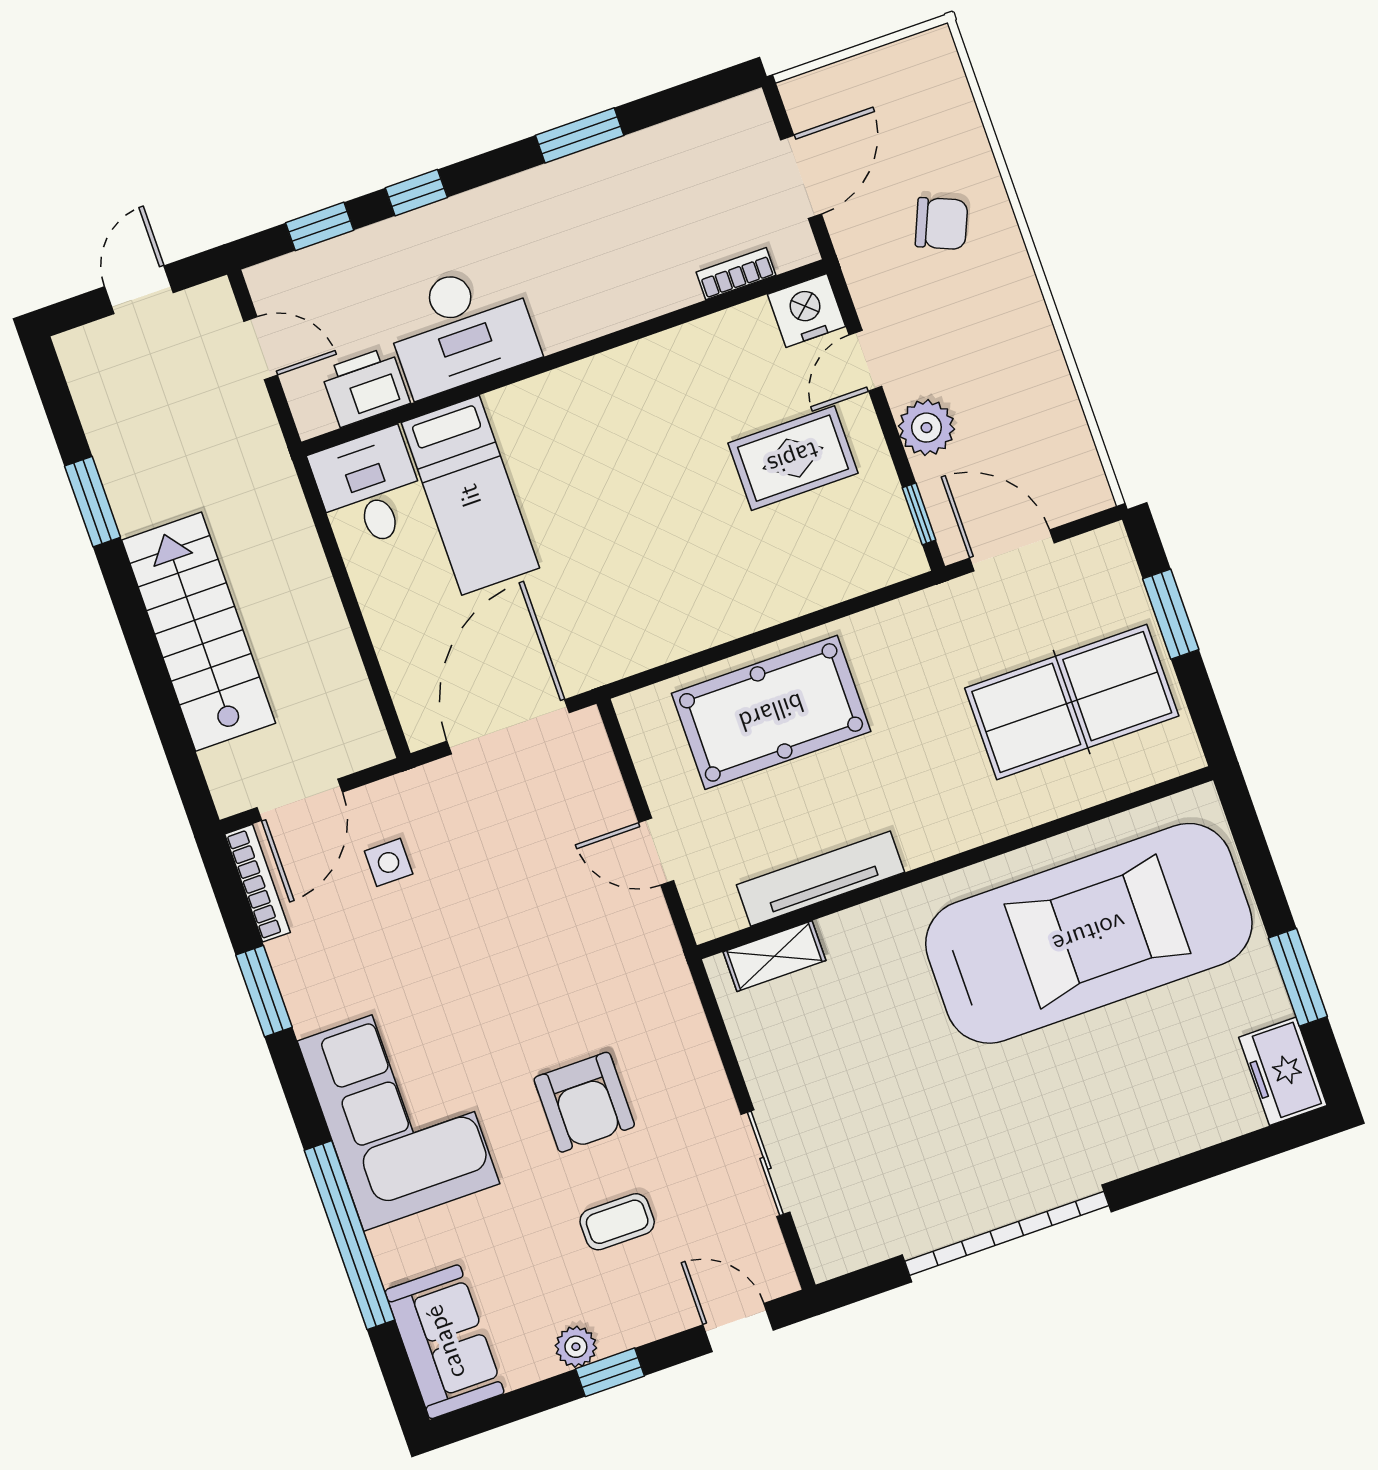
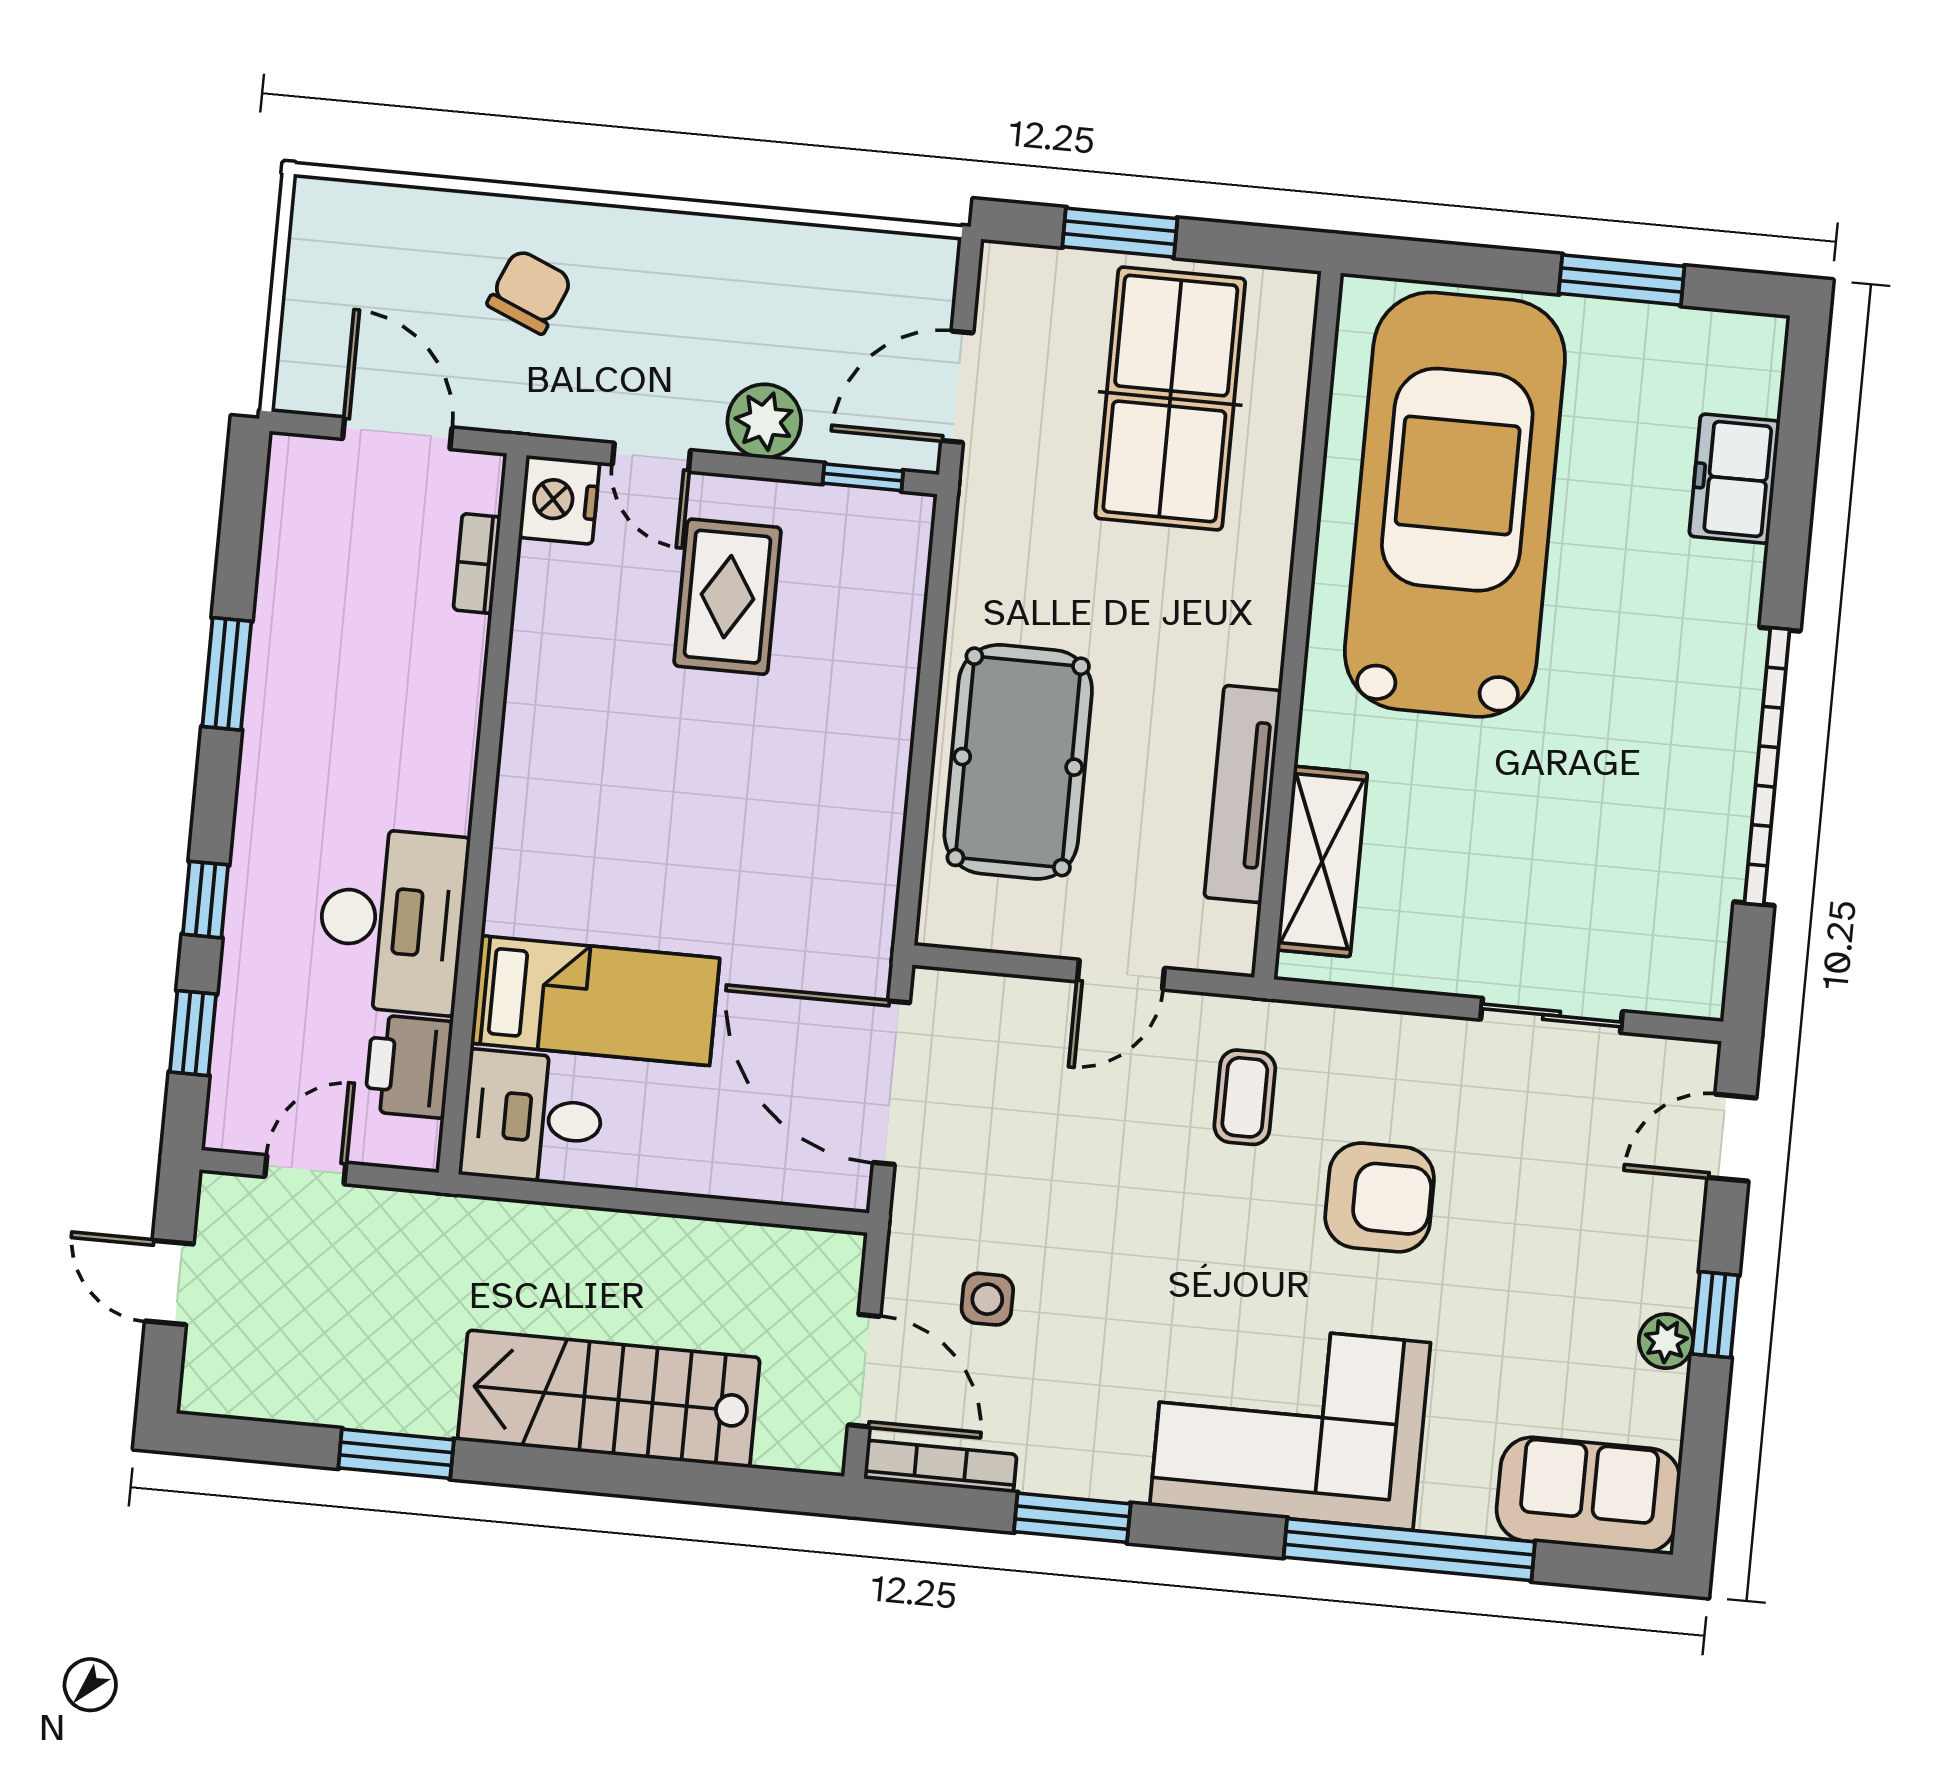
shelving: (774, 956) -> (1322, 861), width x1.50, depth x1.33
freezer: (1283, 1071) -> (1735, 479), moved, turned 90
coffee table: (617, 1222) -> (1245, 1097), moved

